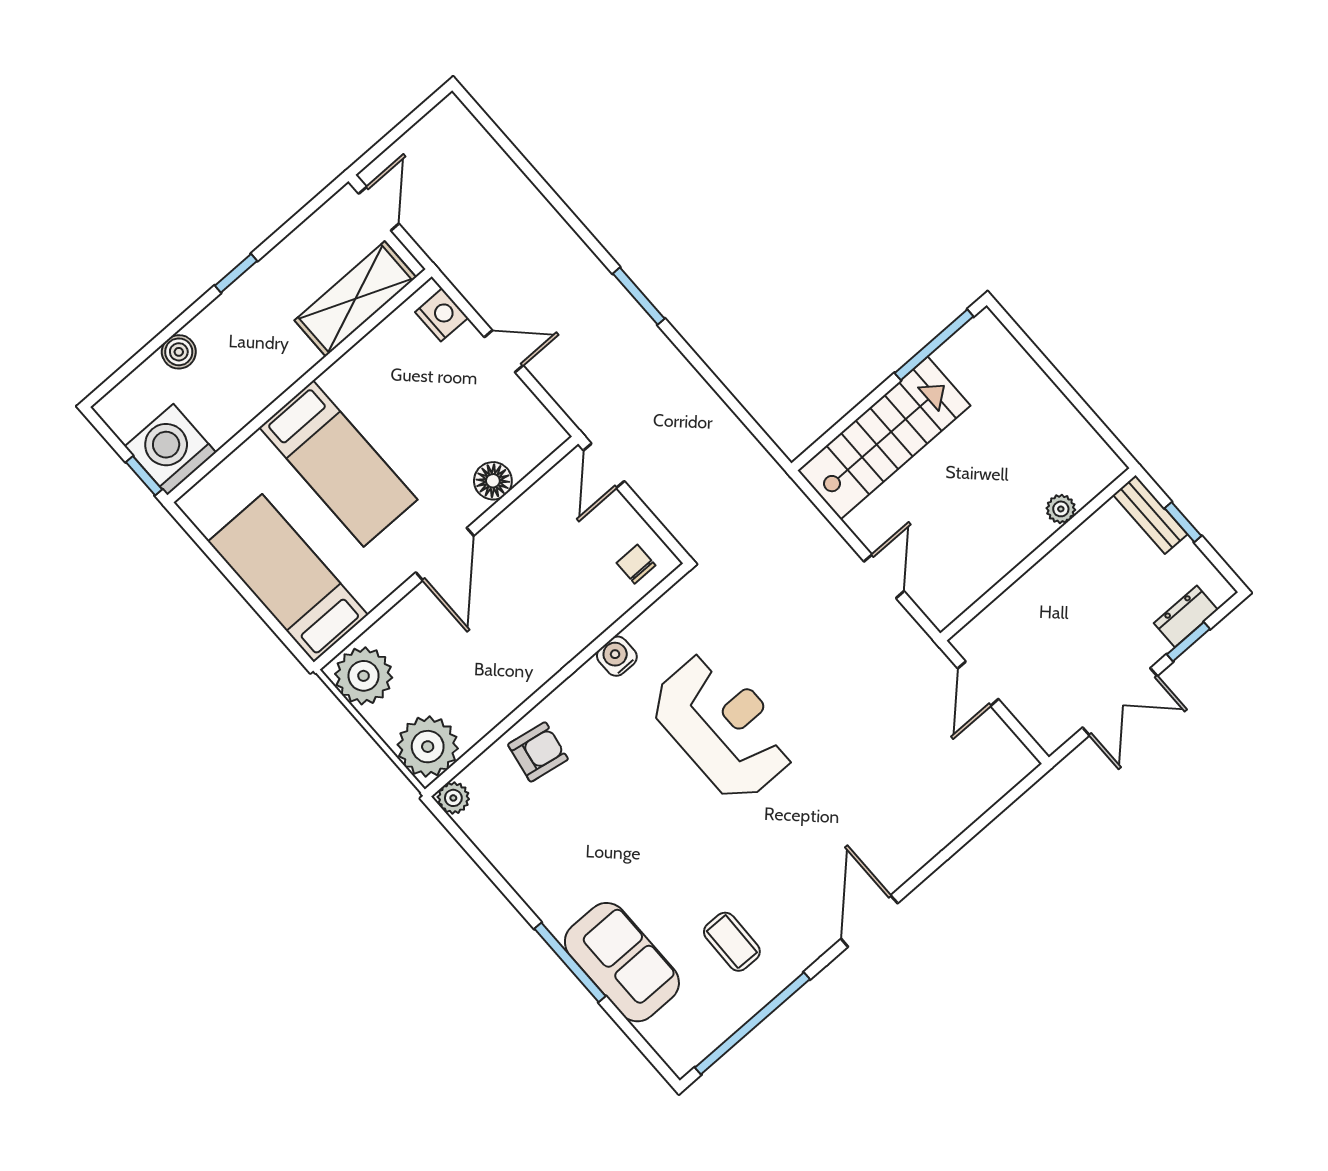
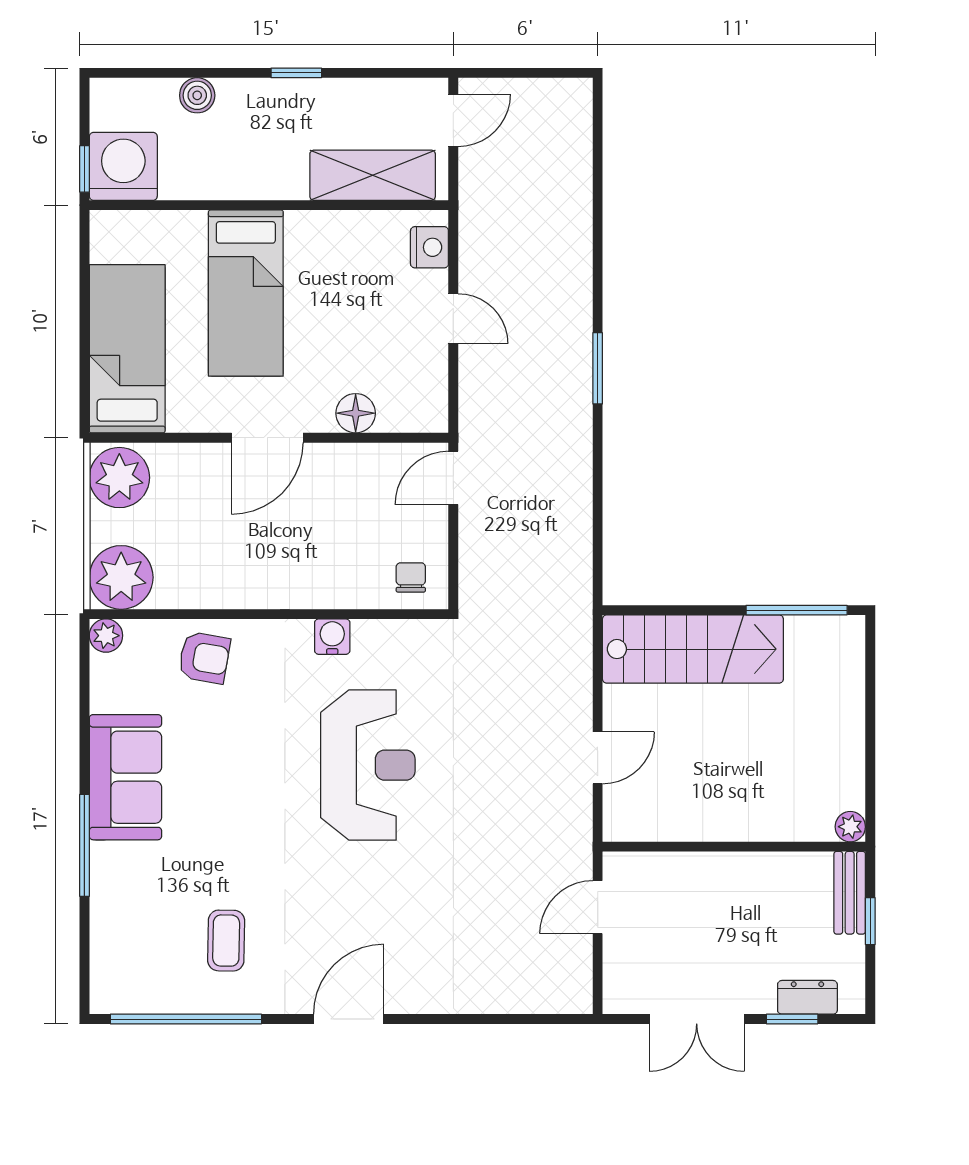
plant: (1061, 509) -> (850, 827), moved
sofa: (622, 962) -> (125, 777), moved

